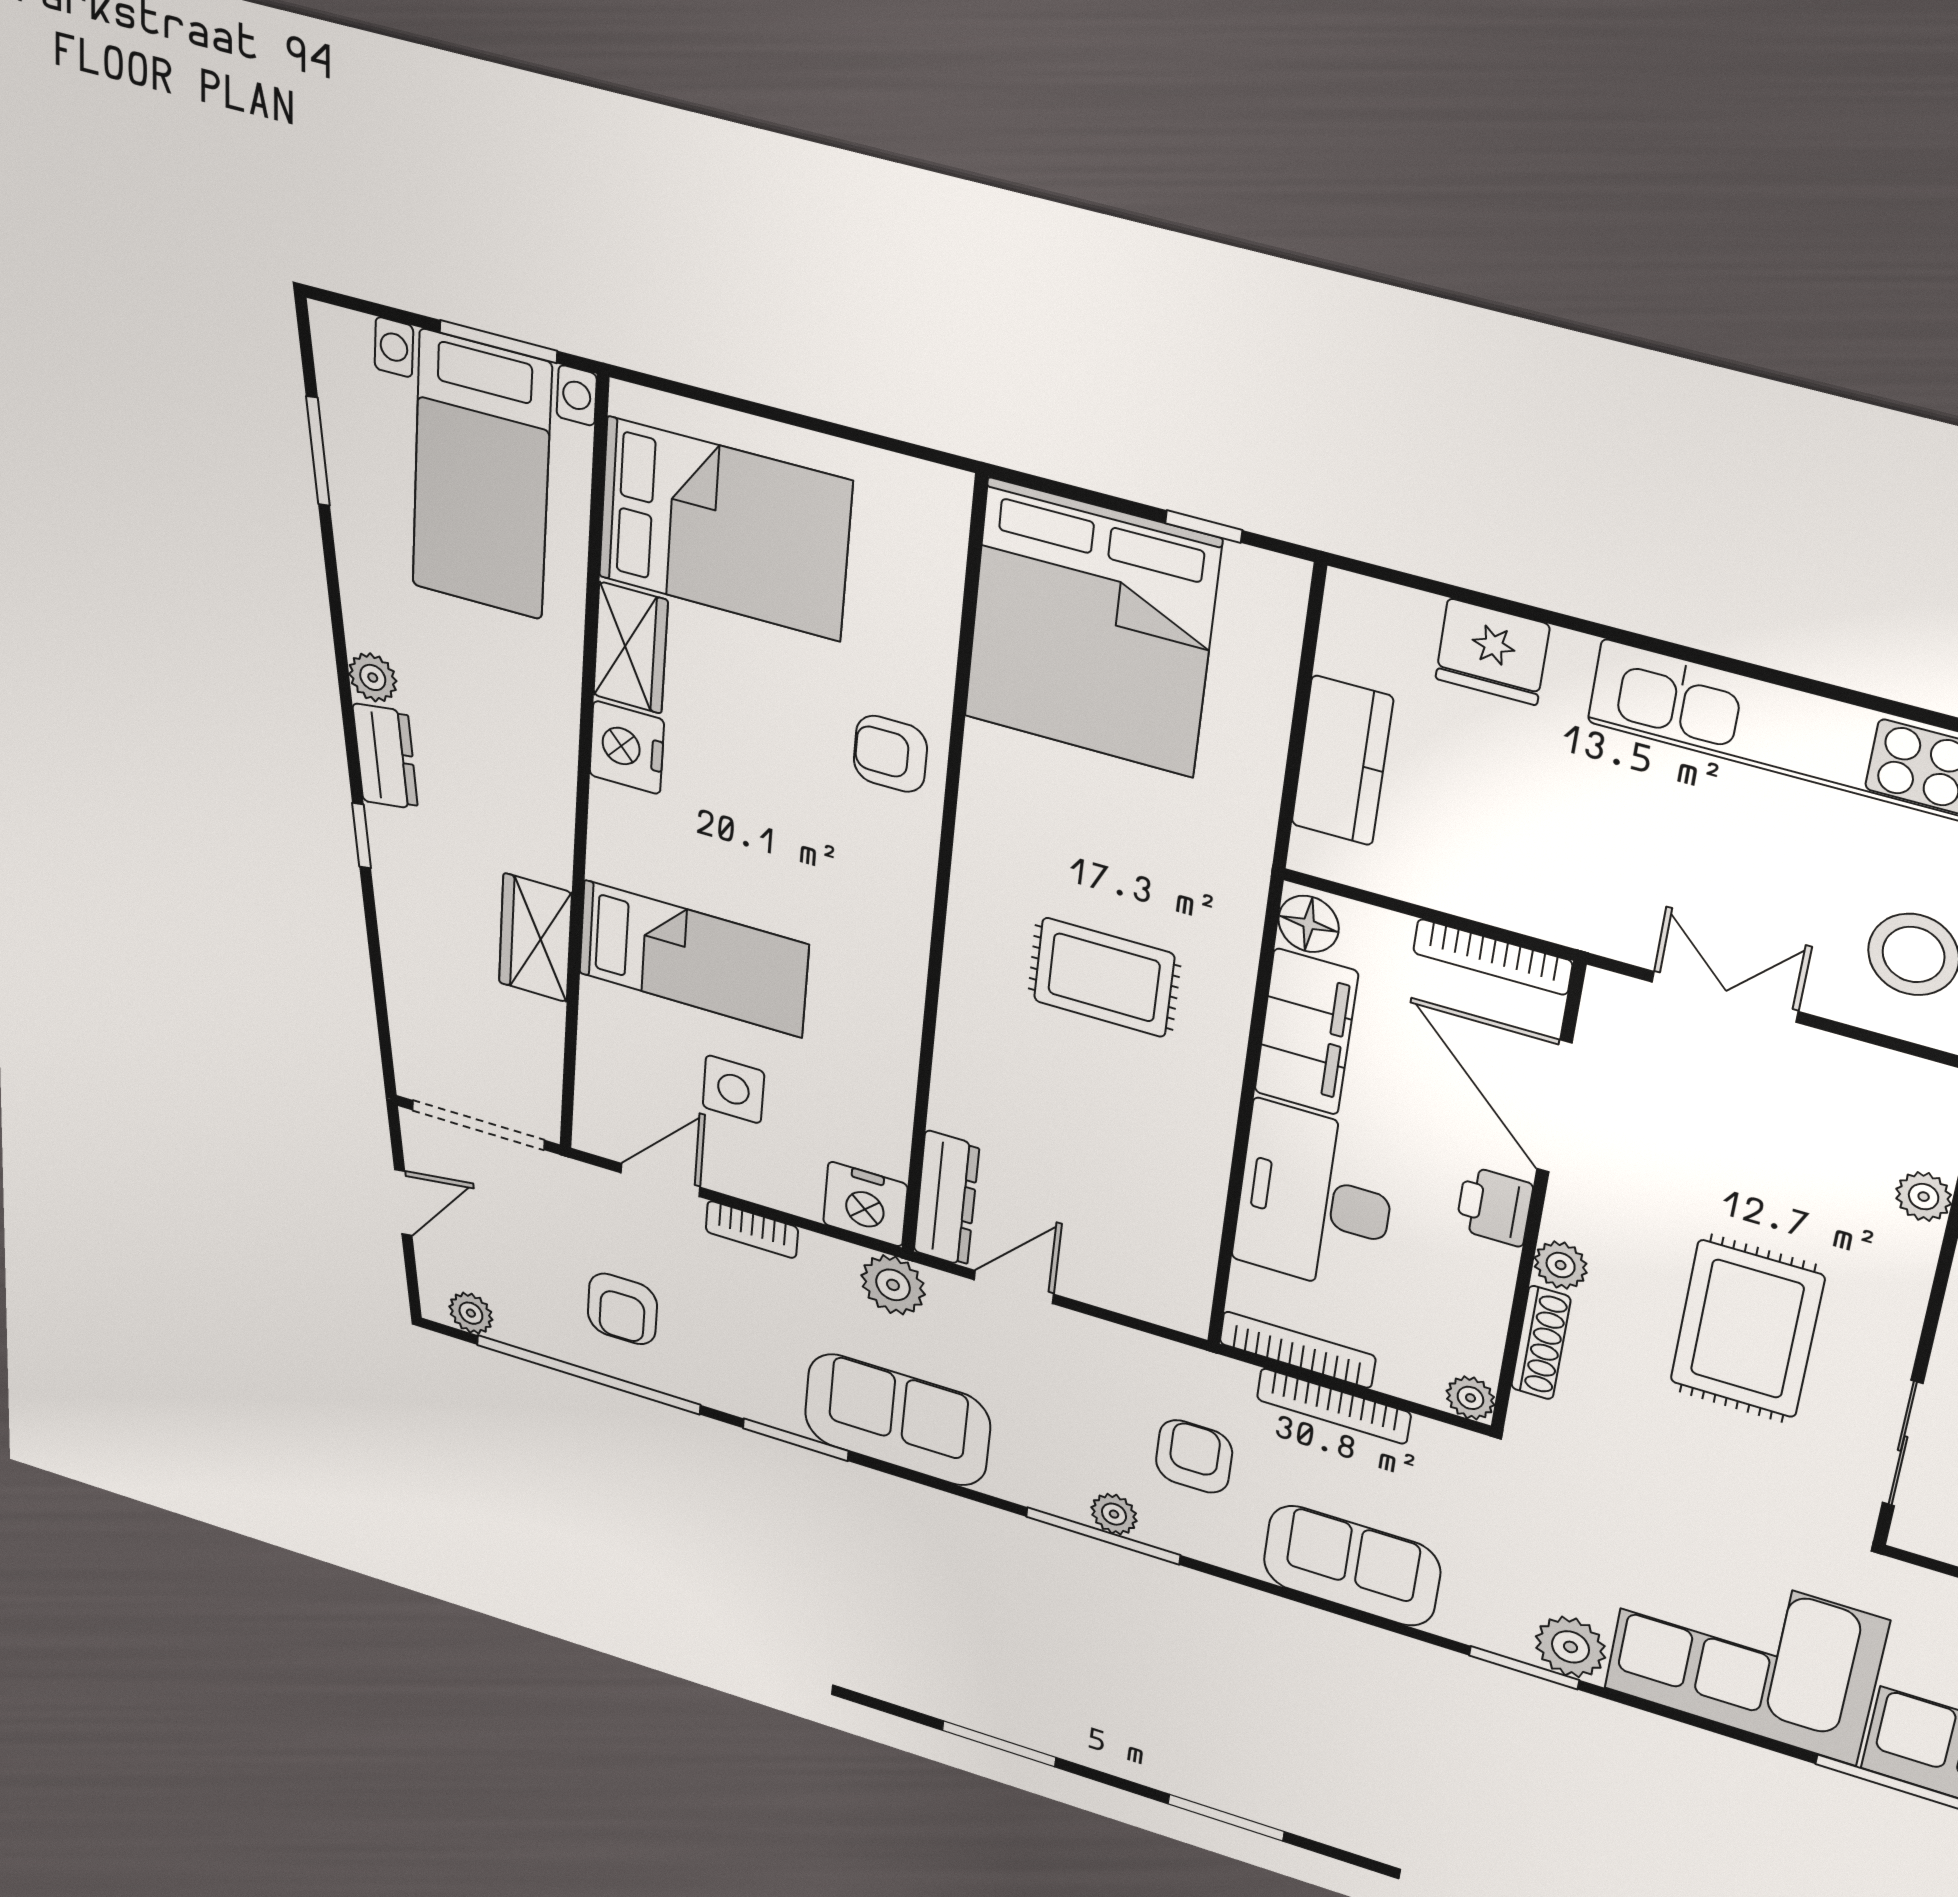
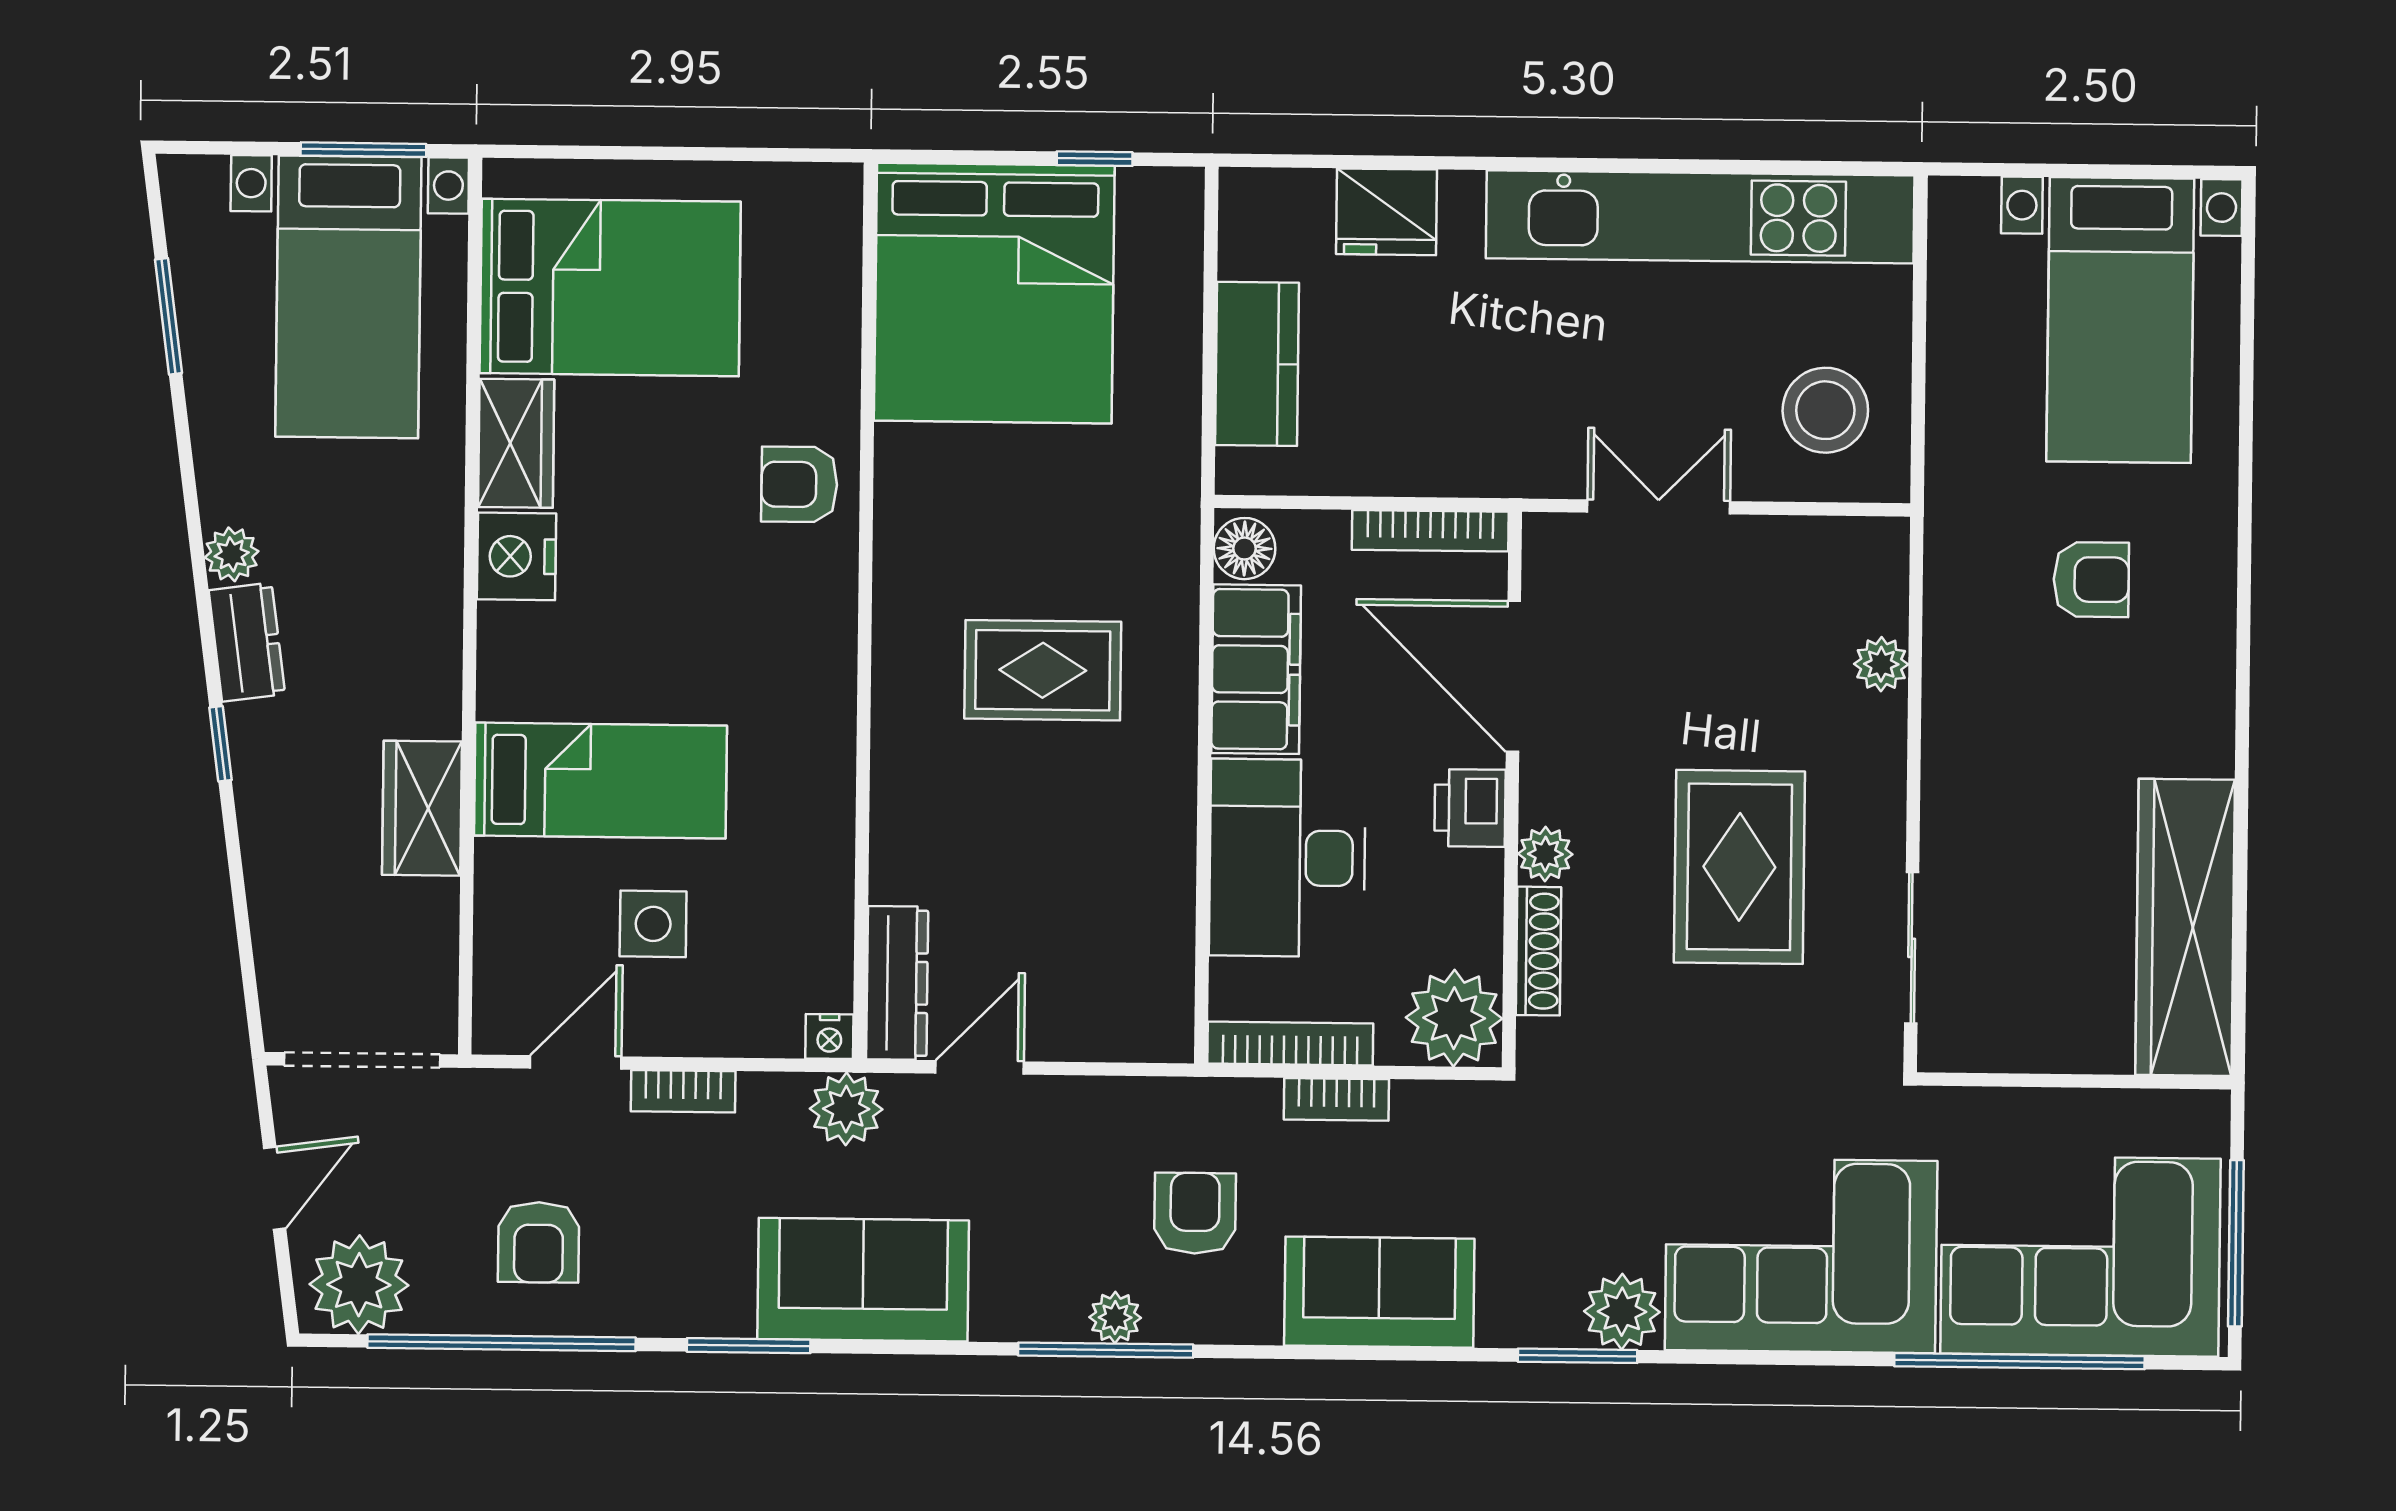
nightstand: (865, 1204) -> (829, 1036), width x0.53, depth x0.56
plant: (471, 1313) -> (359, 1285), width x1.88, depth x1.88
plant: (1470, 1398) -> (1454, 1018), width x1.88, depth x1.88
bookcase: (1334, 1406) -> (1336, 1099), width x0.64

